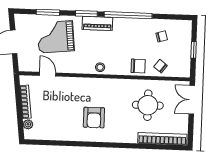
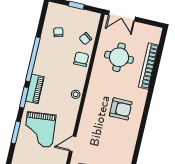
bookcase: (162, 139) -> (149, 66), moved

